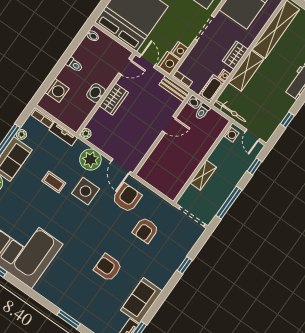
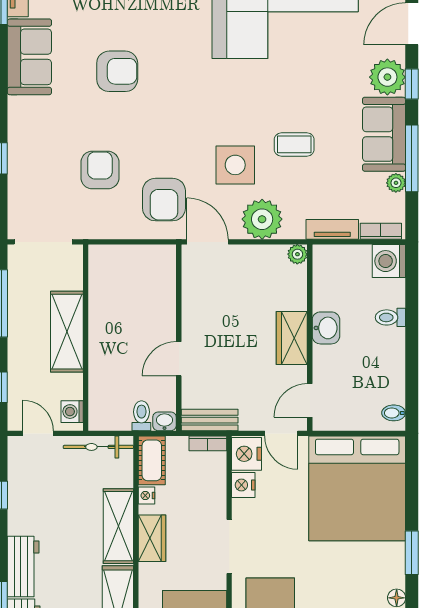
toilet: (74, 65) -> (390, 317), moved
washing machine: (57, 90) -> (389, 261), moved
shelving: (203, 175) -> (67, 332), width x1.50, depth x1.33

